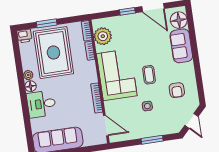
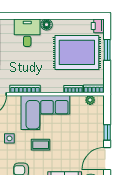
plant: (103, 36) -> (90, 100), width x0.53, depth x0.53
plant: (28, 75) -> (58, 24), removed

